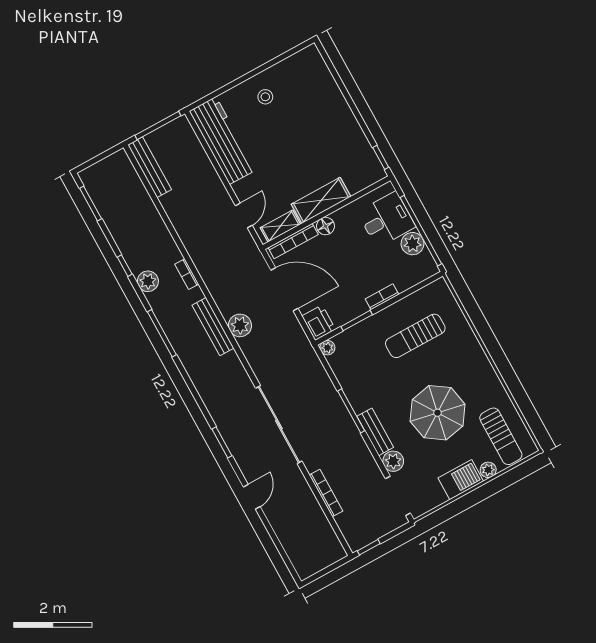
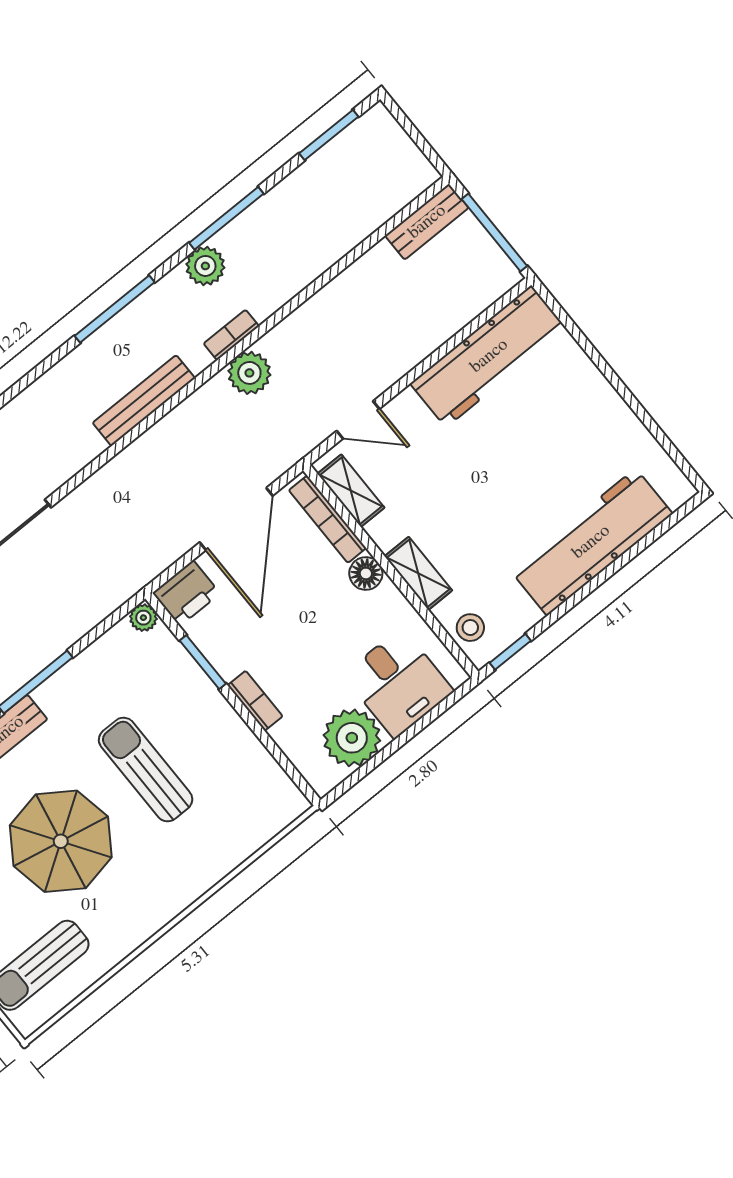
stool: (265, 97) -> (470, 628), moved
workbench: (331, 104) -> (591, 542), added
bench: (150, 167) -> (427, 222), width x0.73
shelving: (321, 200) -> (418, 573), width x0.67, depth x0.75
window: (421, 231) -> (389, 750), removed
plant: (412, 244) -> (352, 738), width x1.36, depth x1.36
window: (125, 266) -> (226, 218), width x2.17
plant: (240, 325) -> (249, 373), moved
sun lounger: (415, 336) -> (146, 770), moved

